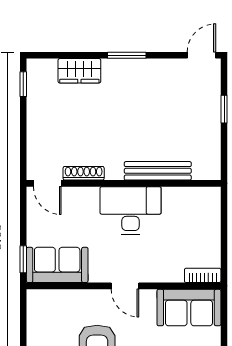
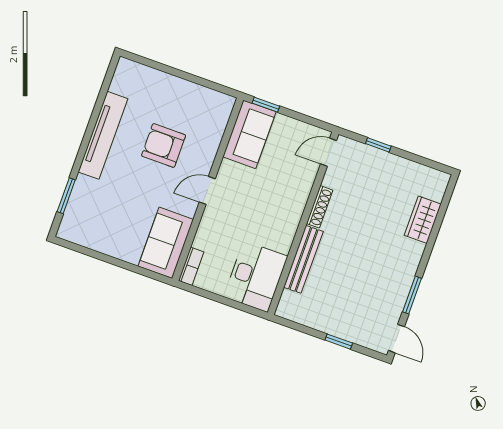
window: (127, 55) -> (412, 295), moved
window: (23, 84) -> (378, 145), moved
shoe rack: (84, 173) -> (320, 207), moved
desk: (131, 210) -> (256, 276), moved

